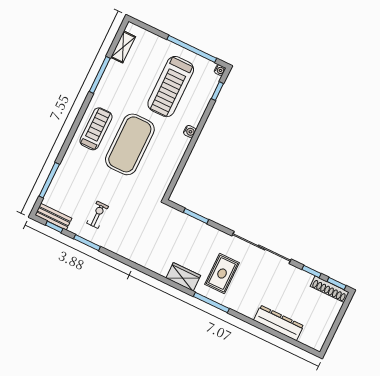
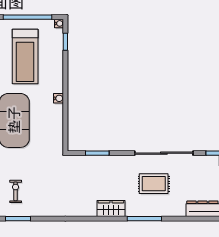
water cooler: (190, 131) -> (58, 98), moved
rug: (222, 274) -> (154, 184), moved, turned 90

